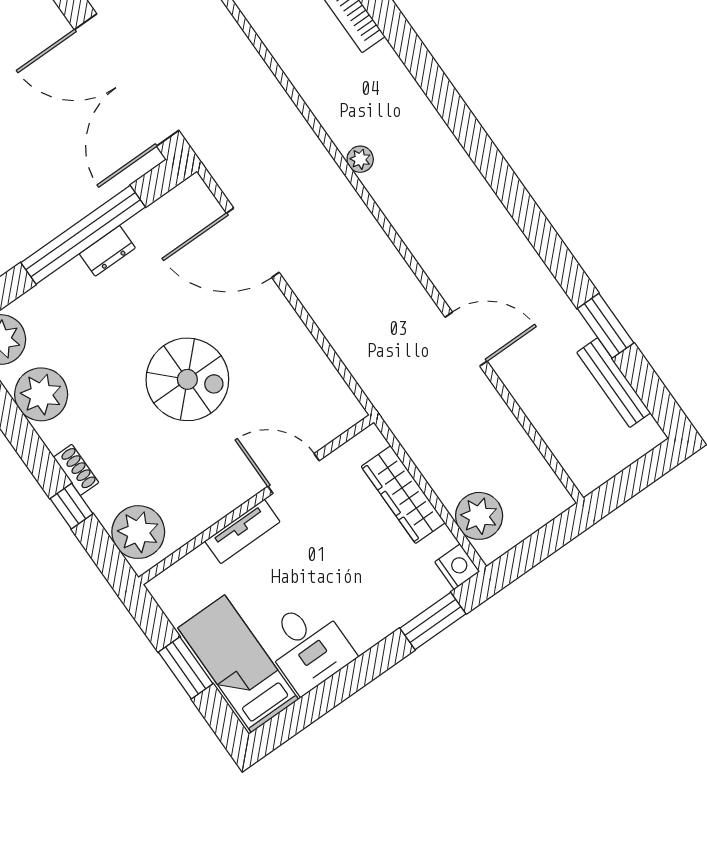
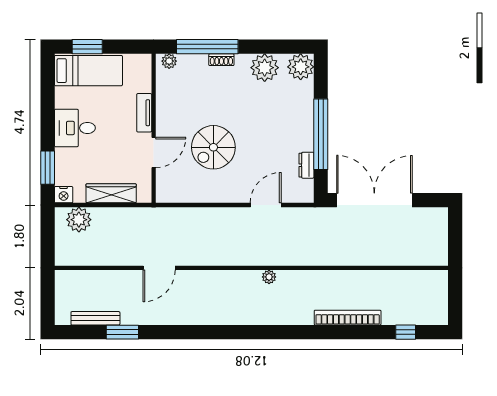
door: (253, 243) -> (266, 205), width x0.73
dresser: (107, 251) -> (306, 165), moved
spiral stairs: (187, 379) -> (213, 147), moved
window: (71, 506) -> (207, 47), width x3.17
plant: (138, 532) -> (169, 61), width x0.53, depth x0.53
desk: (308, 646) -> (75, 128), moved
window: (186, 668) -> (87, 47), moved

